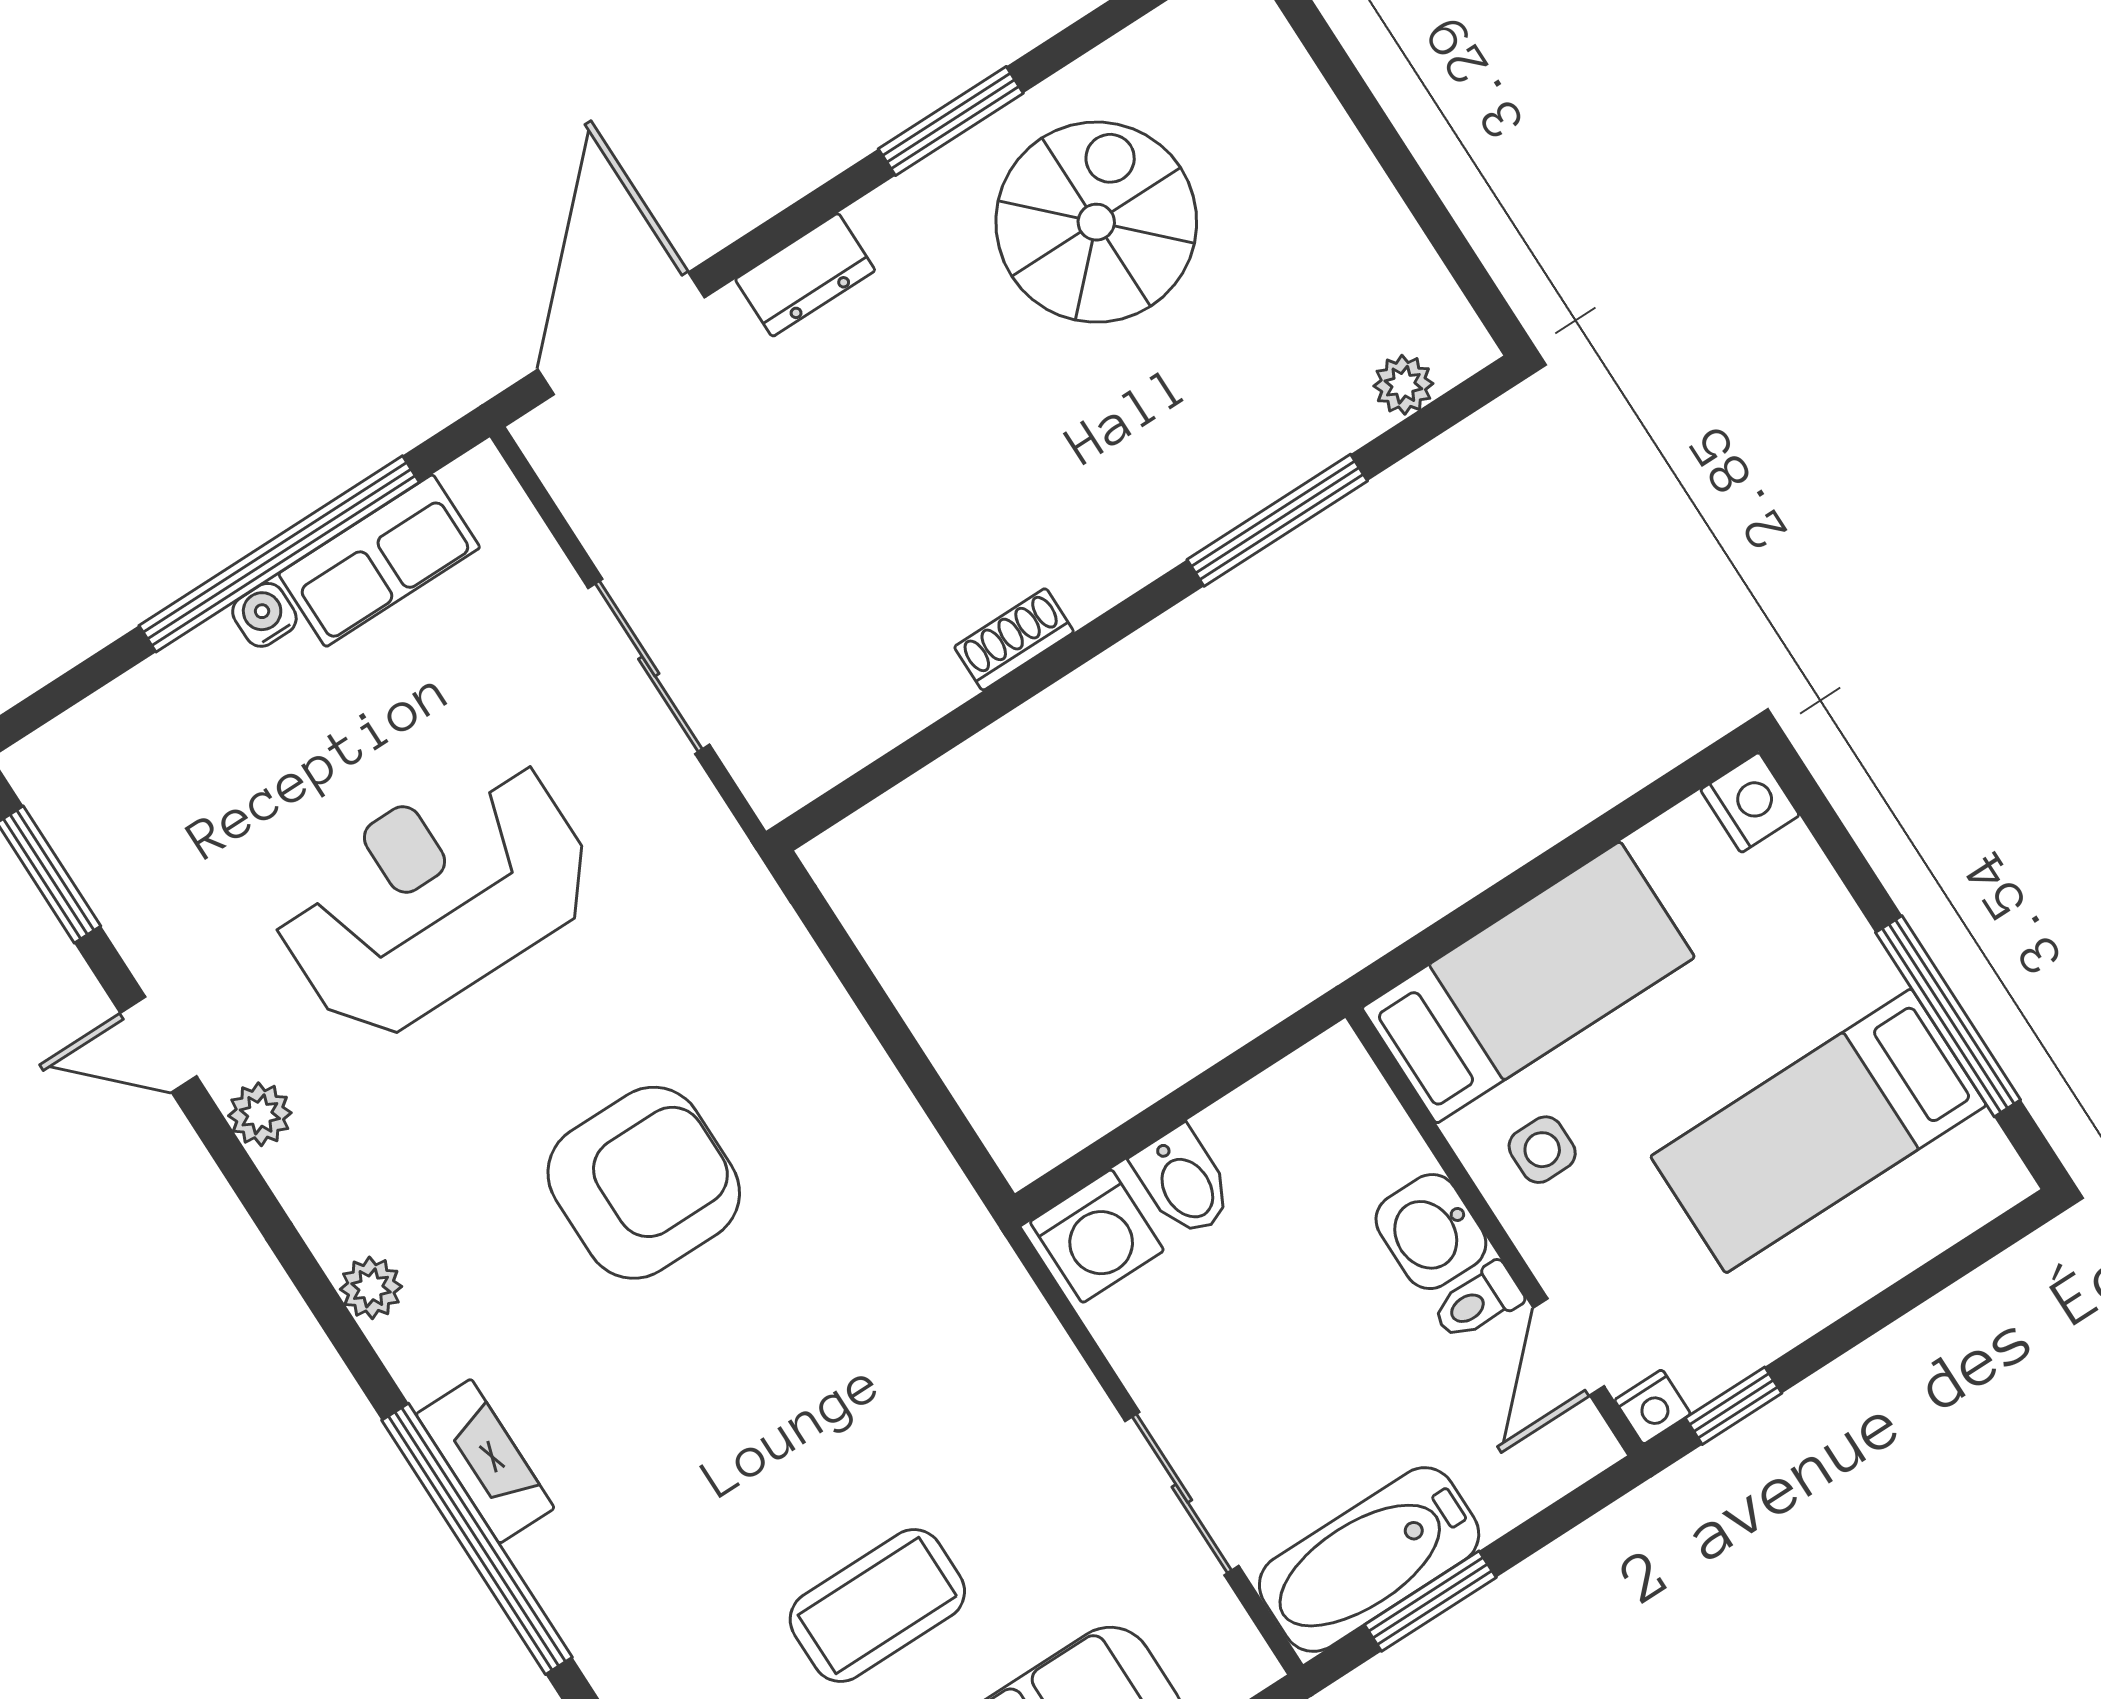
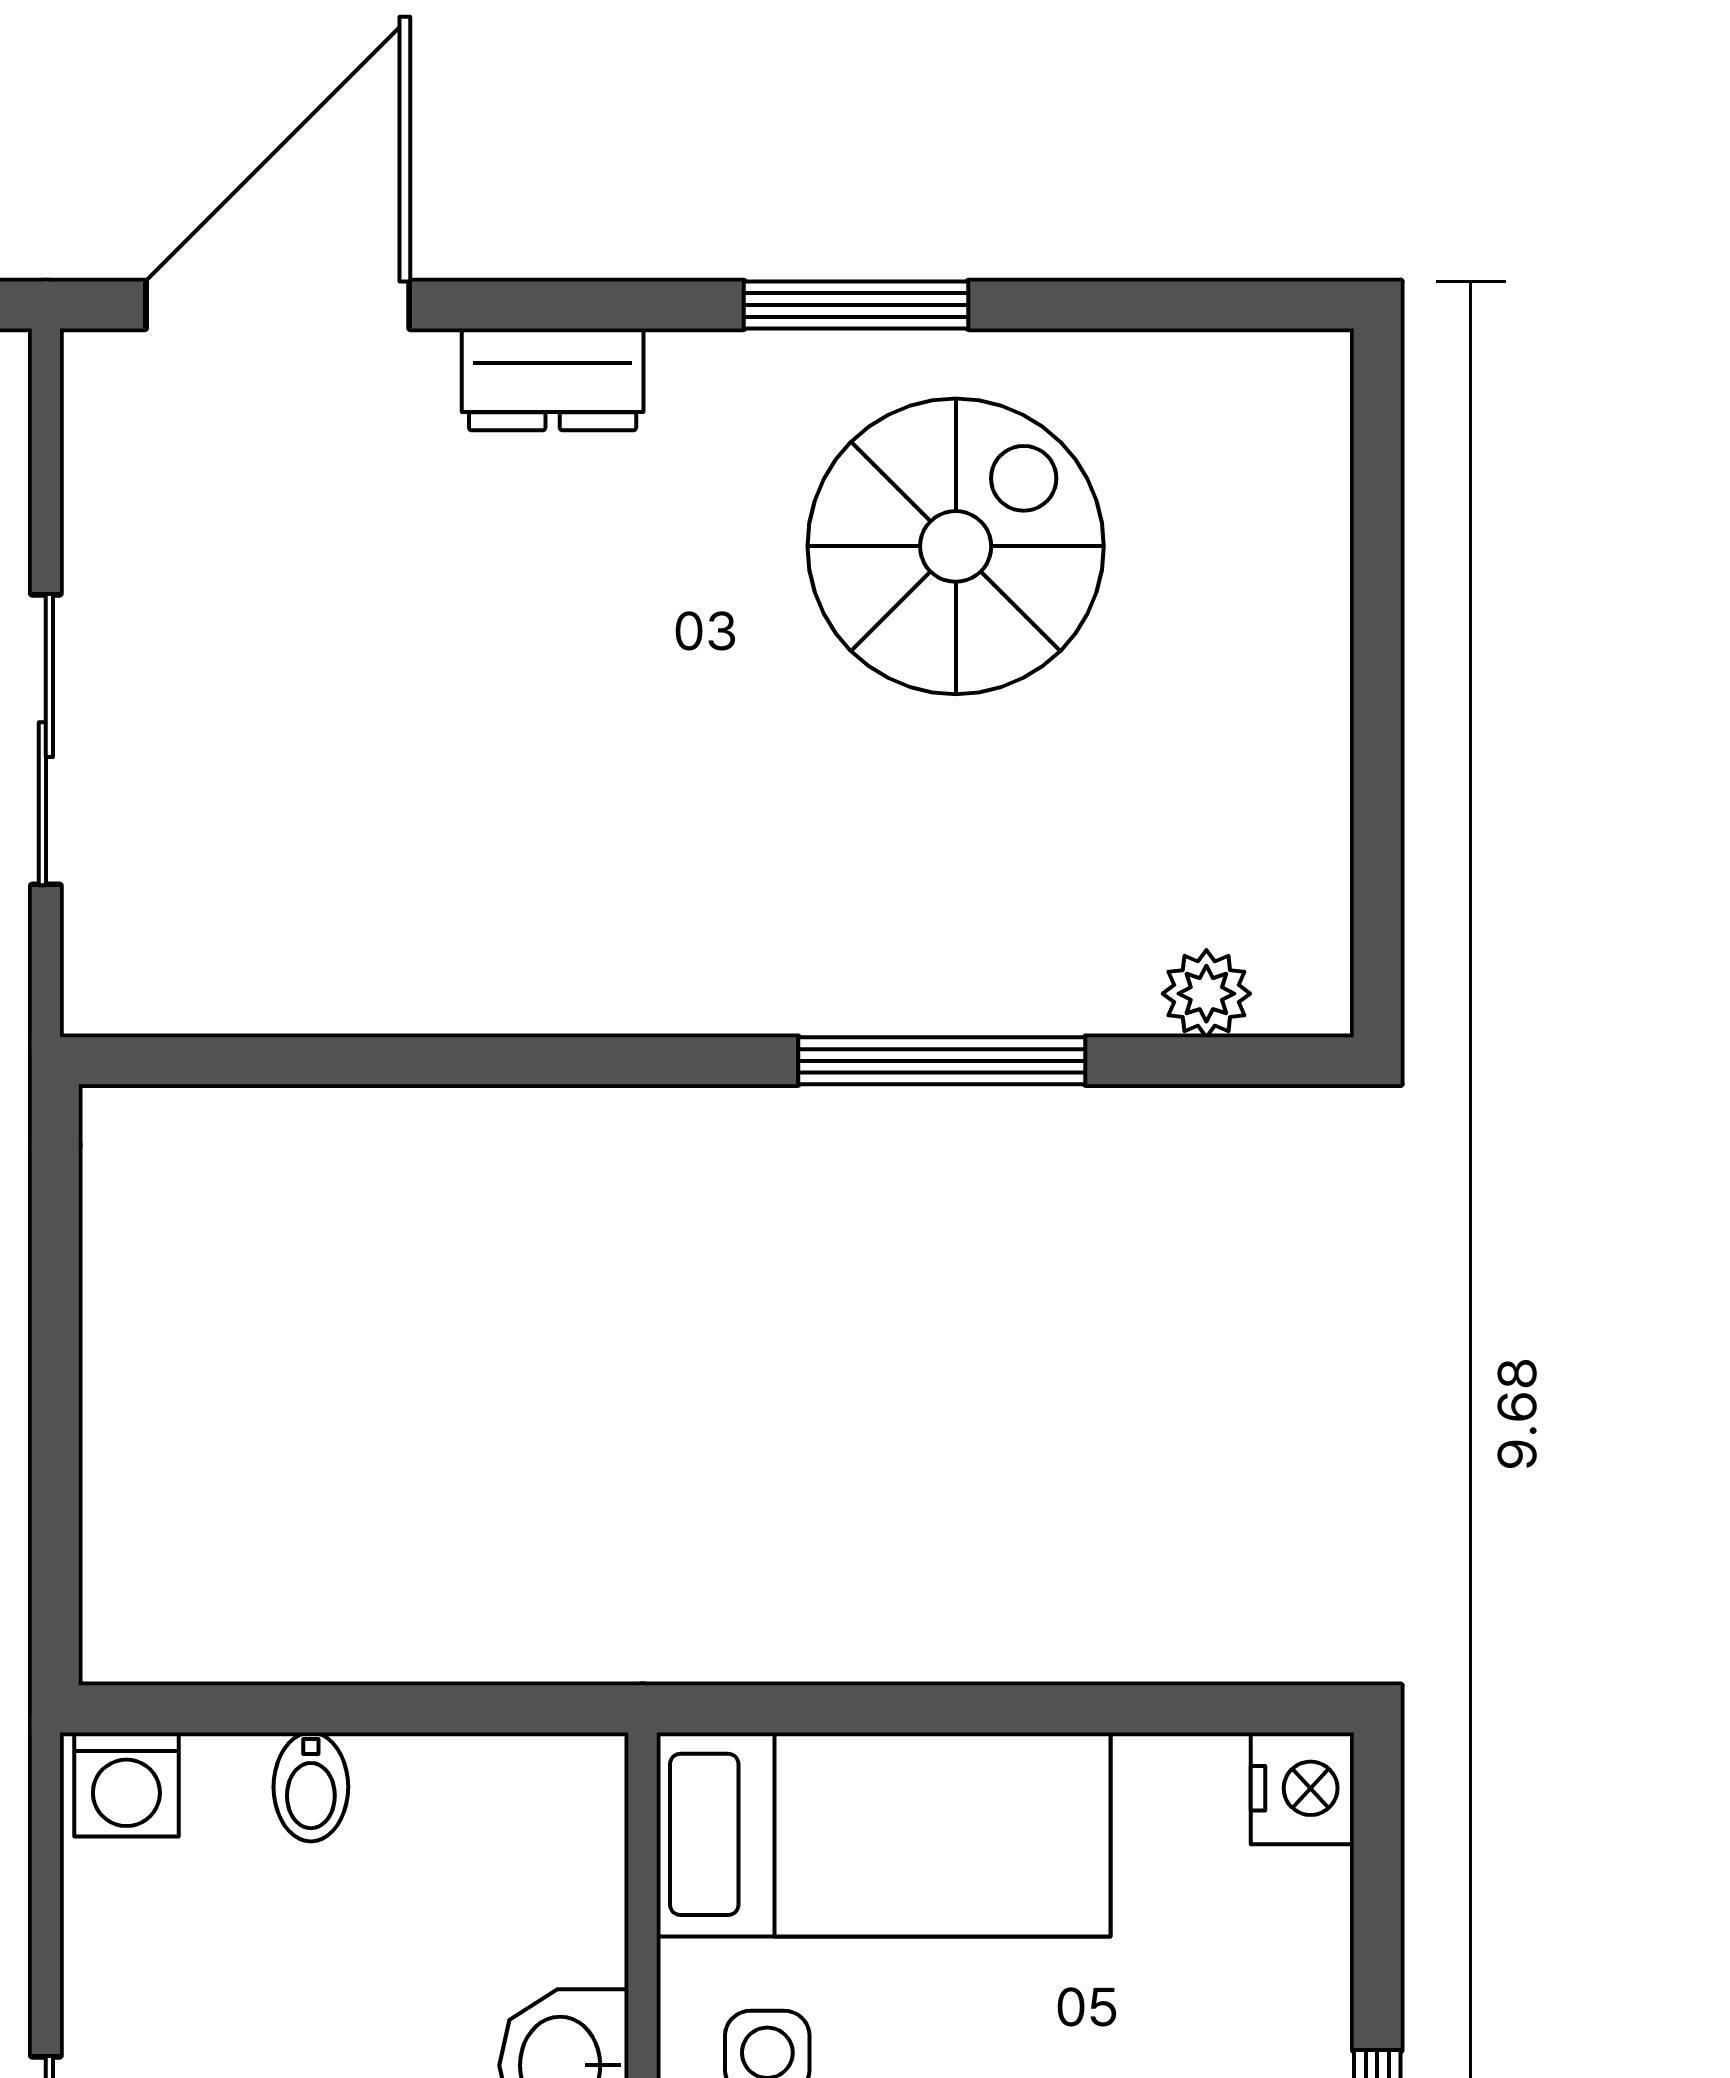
shoe rack: (1014, 639) -> (520, 998), removed
bidet: (1184, 1182) -> (311, 1787), width x0.72, depth x0.74
washing machine: (1097, 1236) -> (126, 1784), width x0.73, depth x0.73

